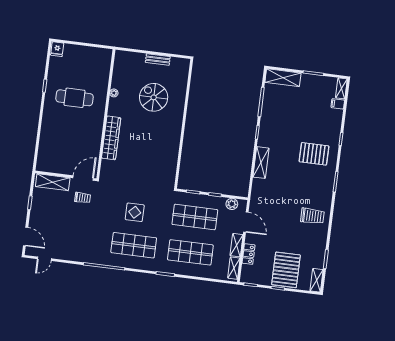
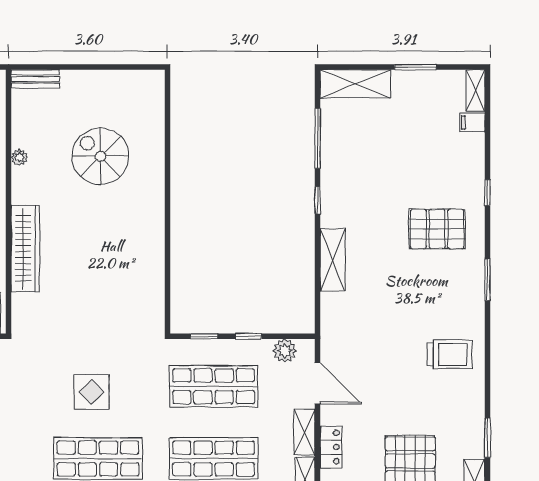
bench: (158, 59) -> (35, 79), moved

